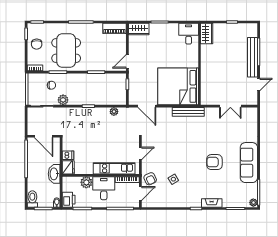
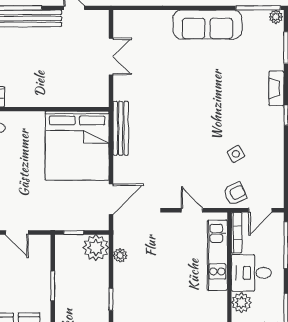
door: (127, 61) -> (17, 233), moved
plant: (118, 97) -> (96, 248), added
armchair: (214, 162) -> (207, 84), removed
door: (140, 193) -> (260, 210), swing flipped

